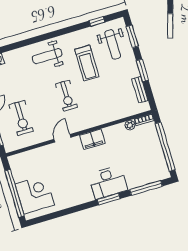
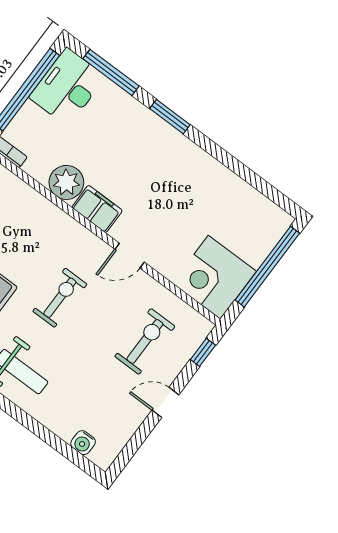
plant: (130, 125) -> (66, 182), moved, width x1.88, depth x1.88
desk: (108, 182) -> (67, 87), moved, turned -90
corner desk: (35, 194) -> (214, 277), moved

